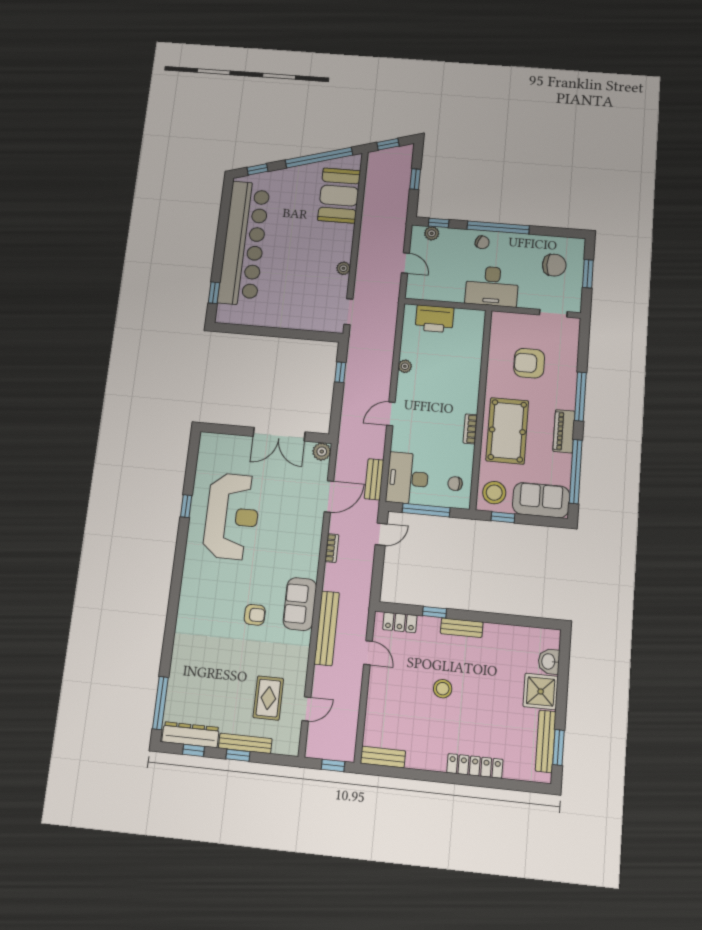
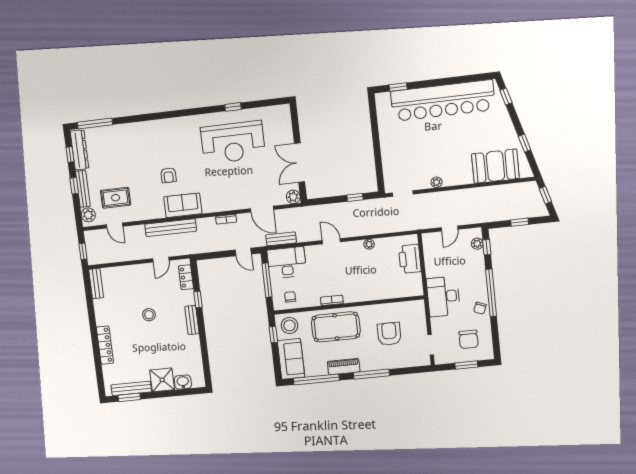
window: (319, 158) -> (525, 143), width x0.32
chair: (482, 242) -> (480, 308), moved
plant: (283, 744) -> (88, 215), added

